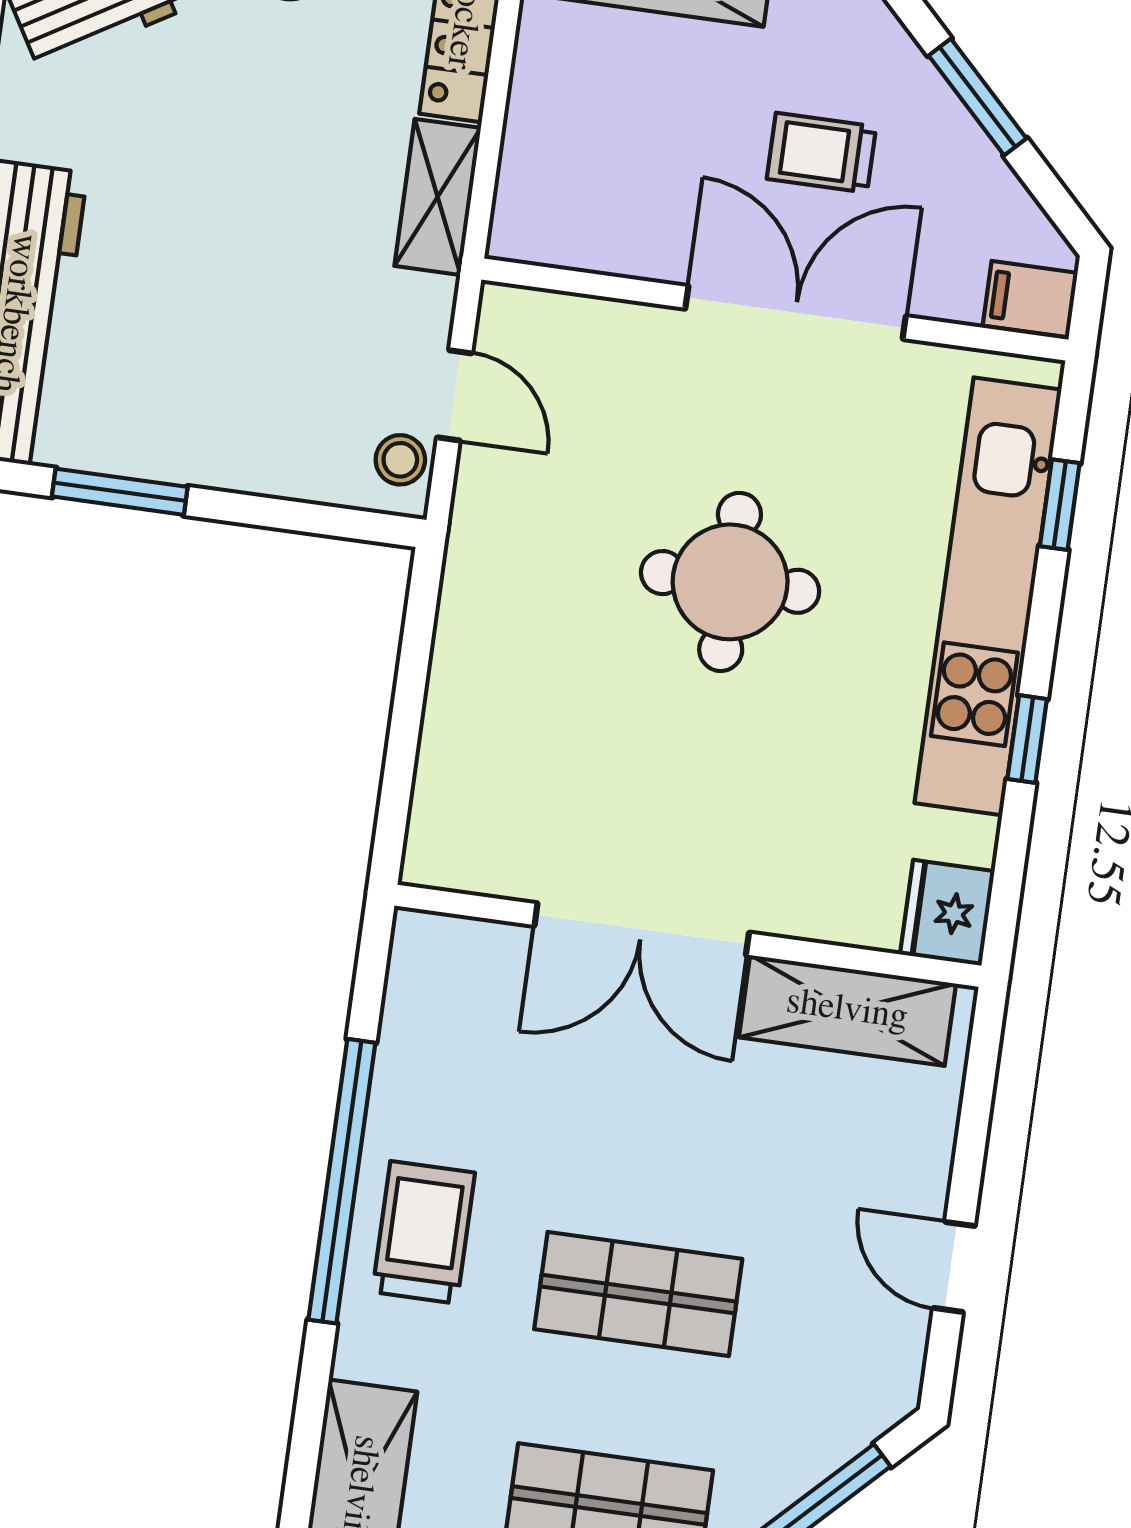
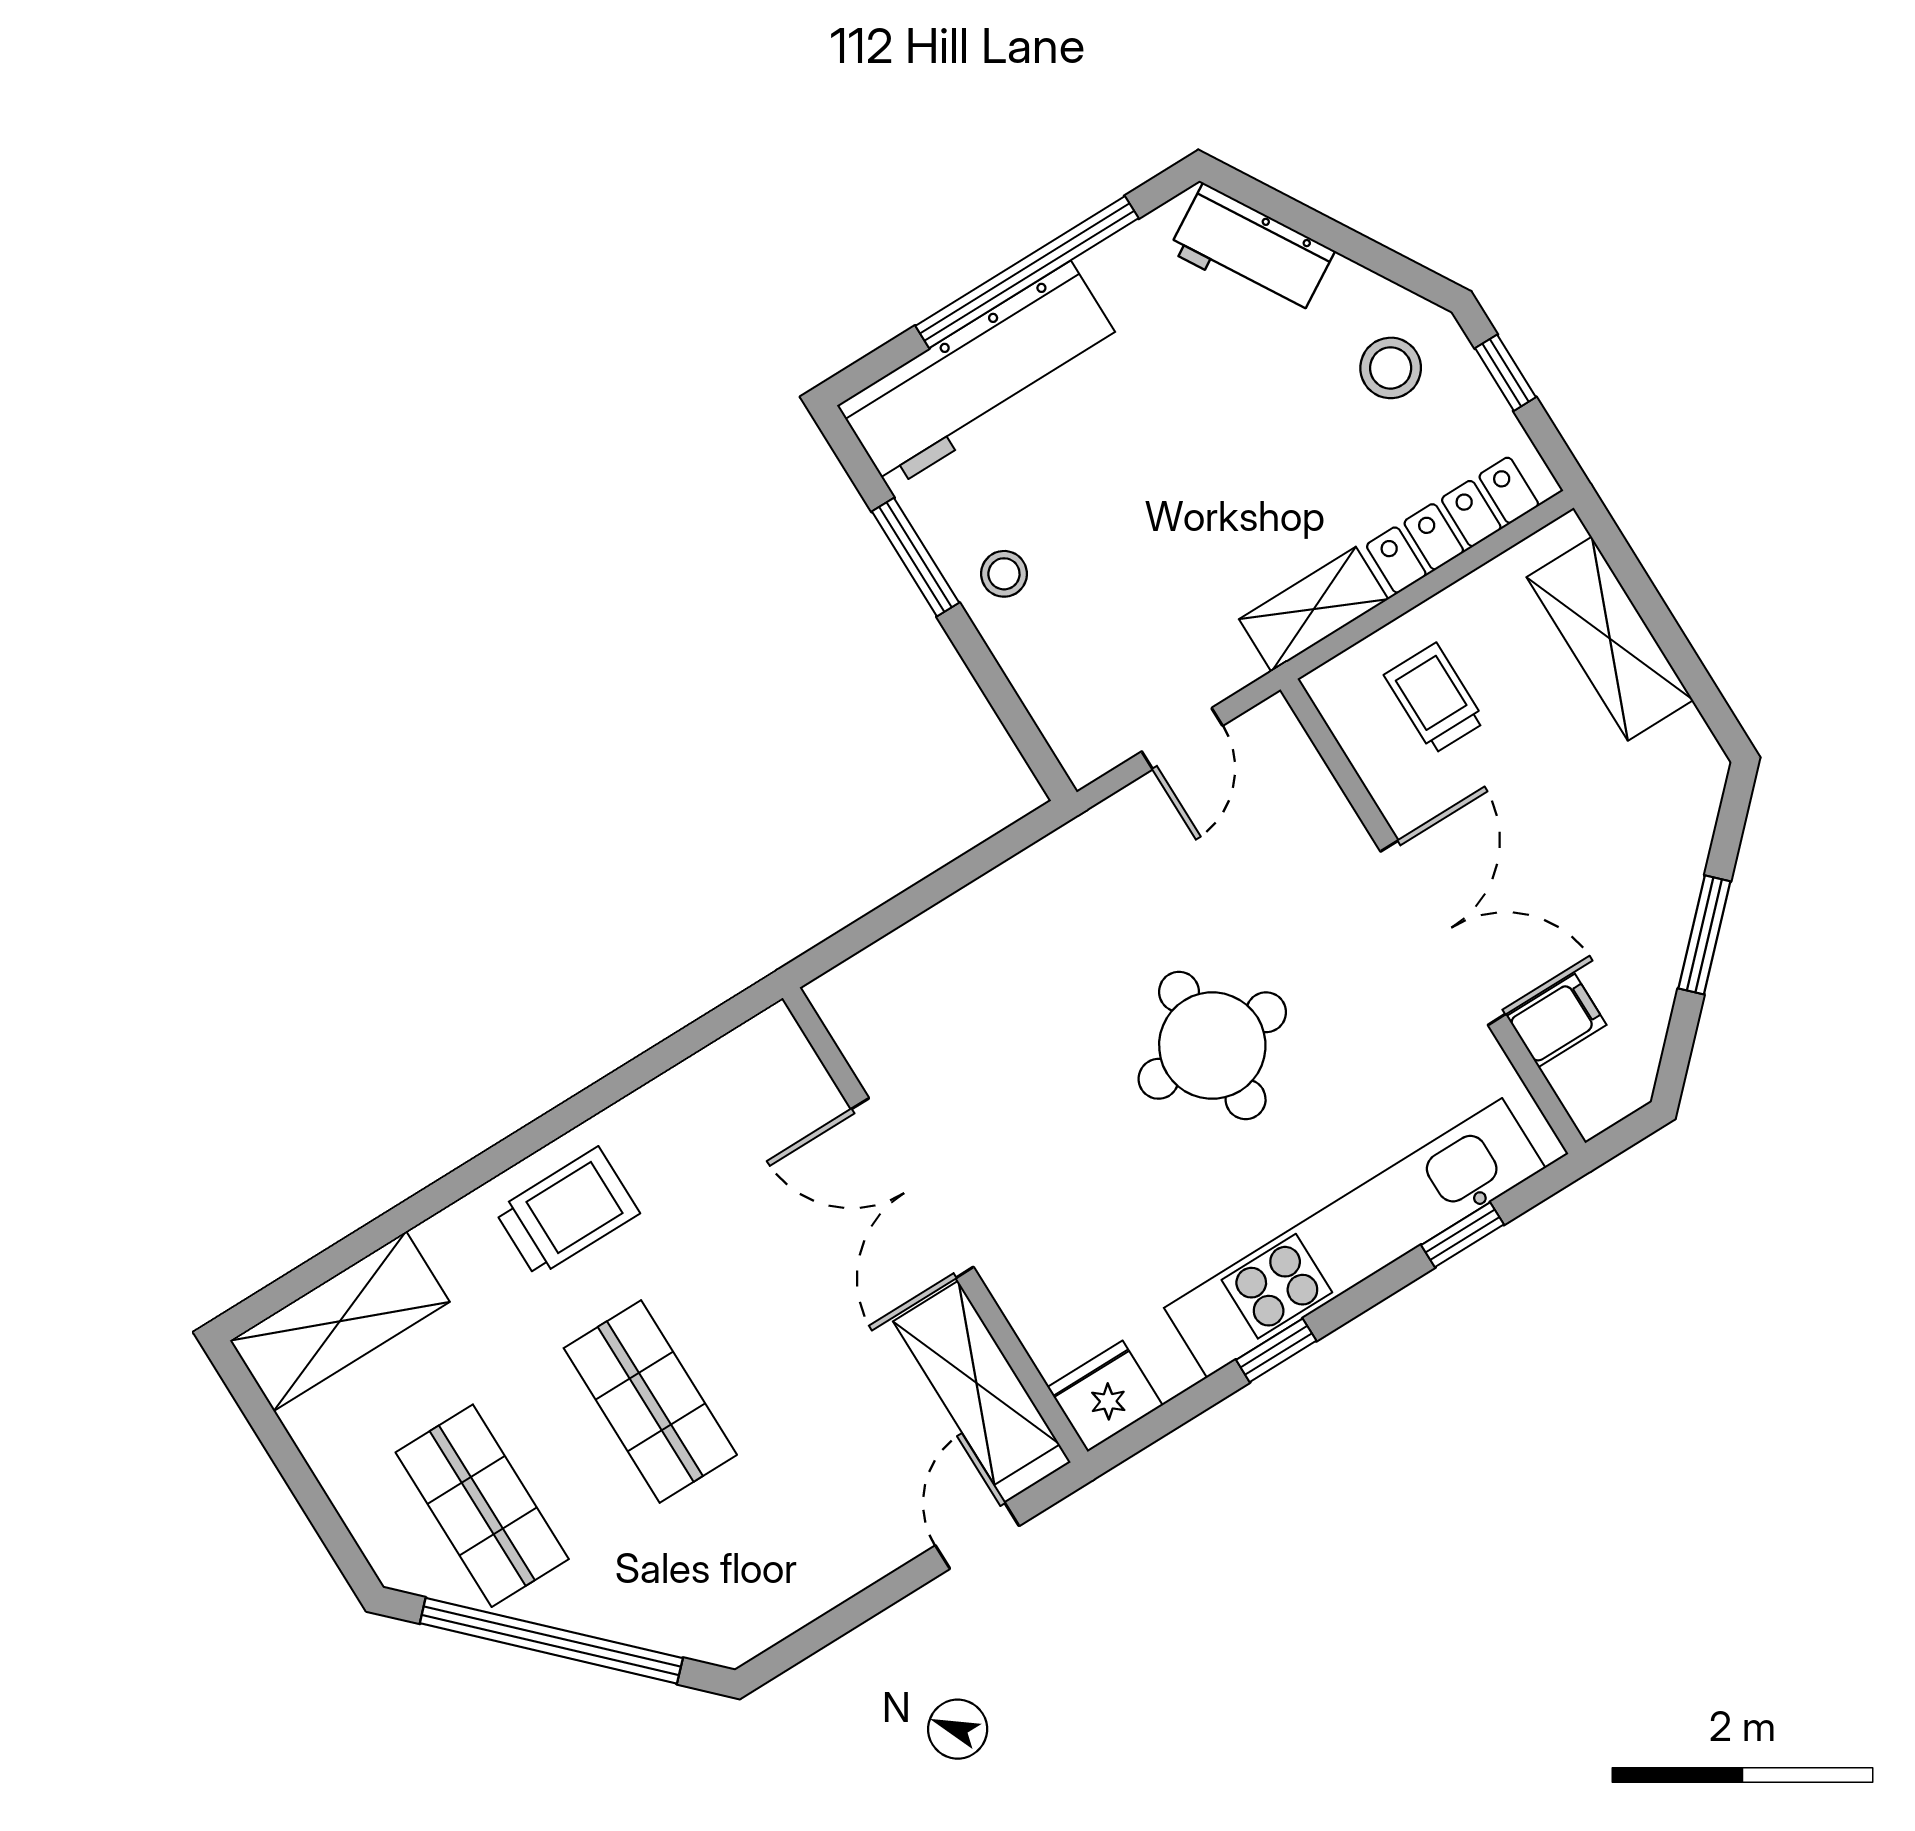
trolley: (821, 153) -> (1435, 698), moved
filing cabinet: (1030, 299) -> (1556, 1020), moved, turned 90
stool: (400, 460) -> (1004, 574), moved
window: (342, 1181) -> (555, 1123), removed
door: (954, 1267) -> (977, 1536), moved

